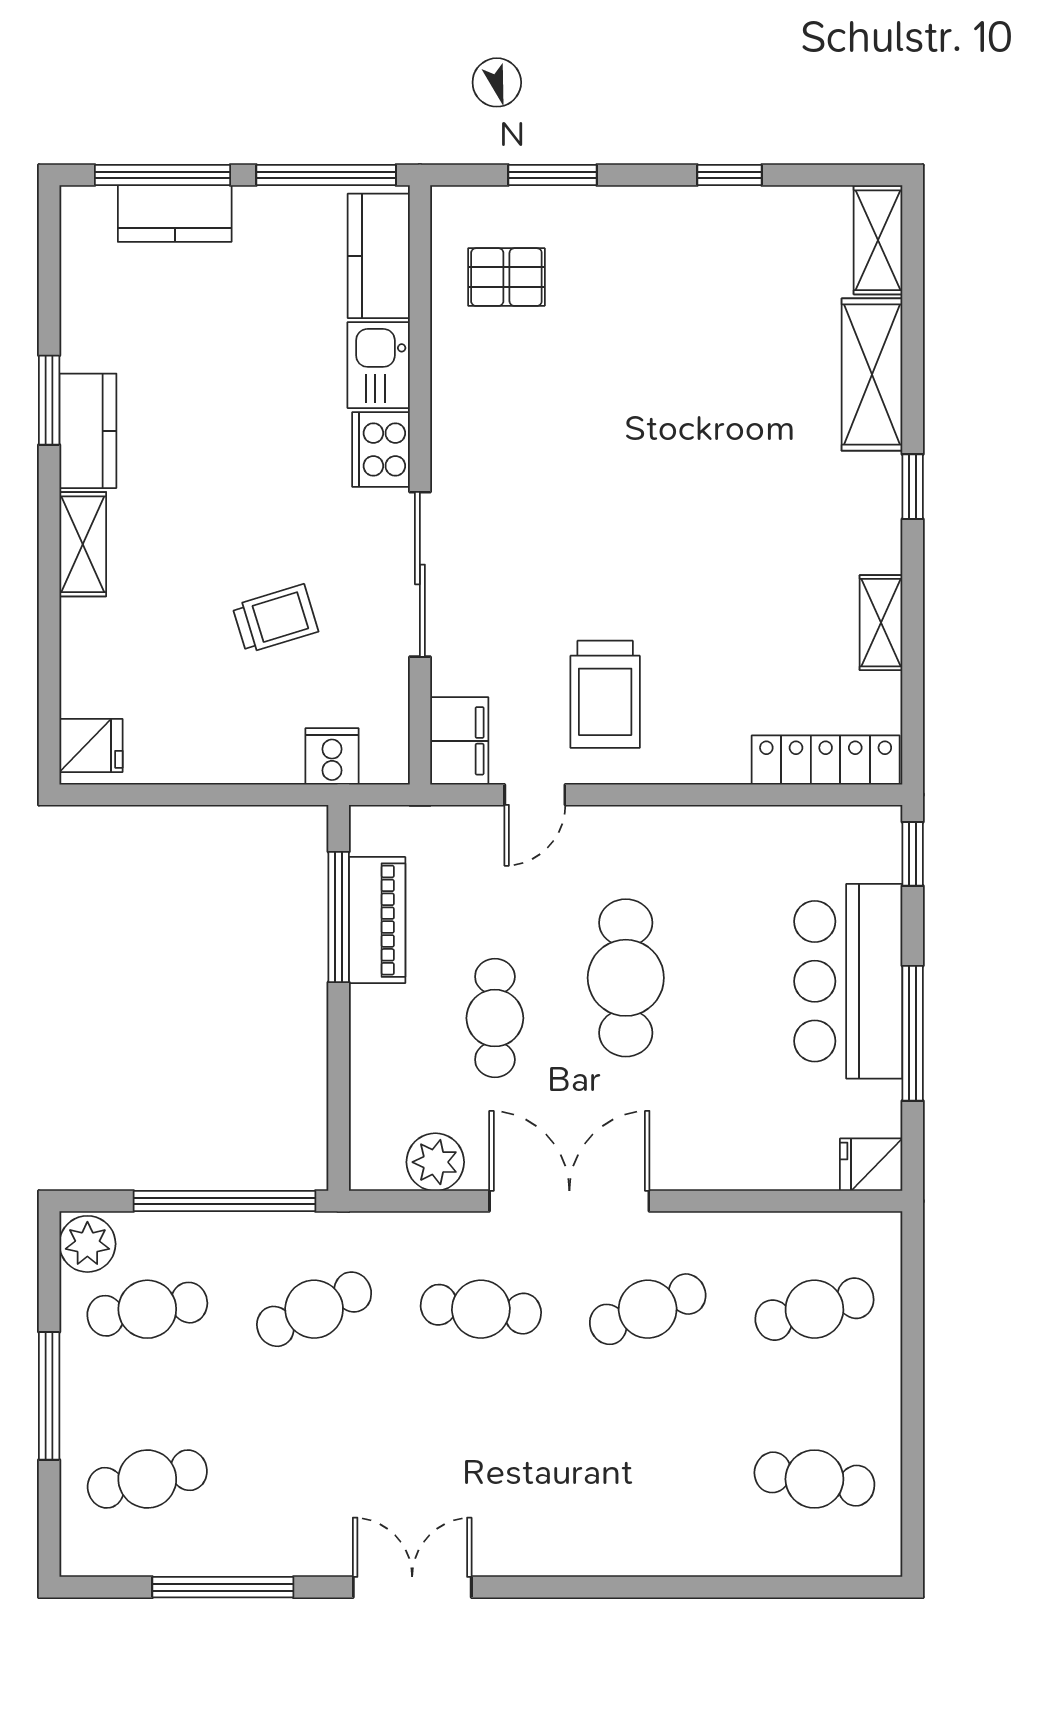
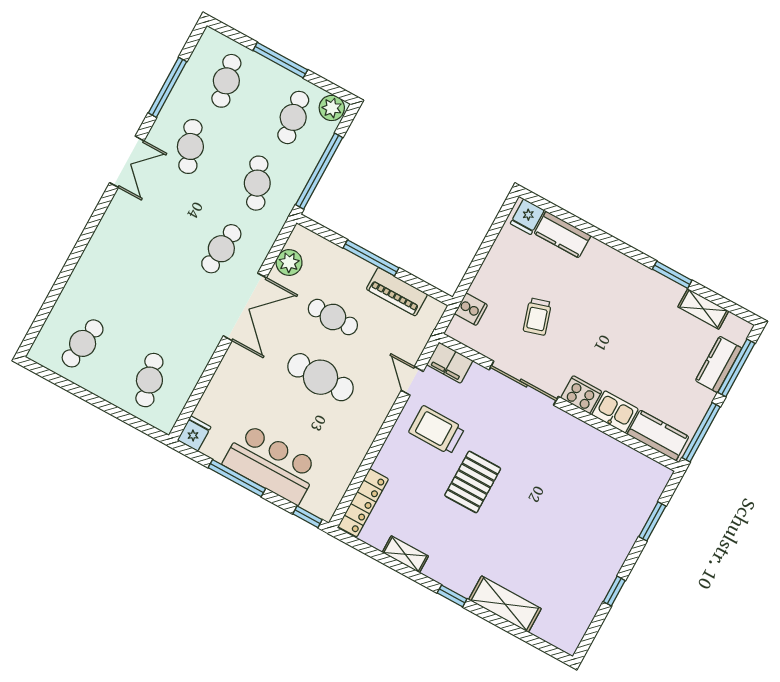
shelving: (878, 240) -> (557, 635), removed
pallet: (506, 277) -> (473, 482), moved, width x1.50, depth x1.42
kitchen counter: (88, 431) -> (562, 234), moved
shelving: (83, 544) -> (703, 309), moved
window: (339, 917) -> (371, 258), moved
cafe table: (648, 1309) -> (190, 146), moved

